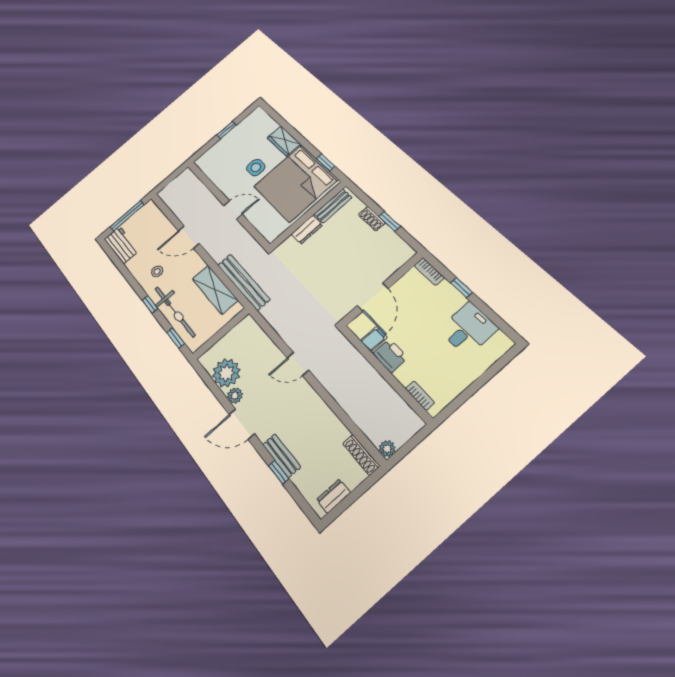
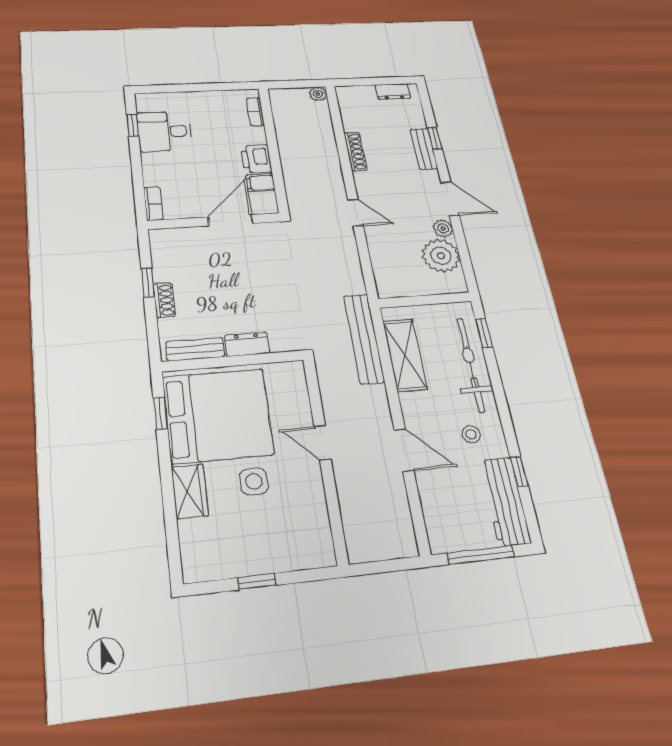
workbench: (121, 245) -> (505, 501), width x1.38
window: (461, 288) -> (133, 125), moved
window: (150, 304) -> (519, 471), moved
shoe rack: (361, 455) -> (356, 152), moved

